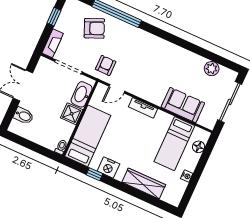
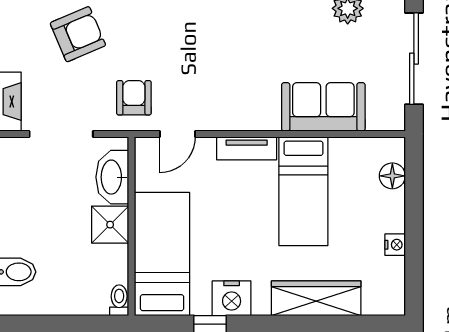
bed: (174, 144) -> (303, 191), moved

